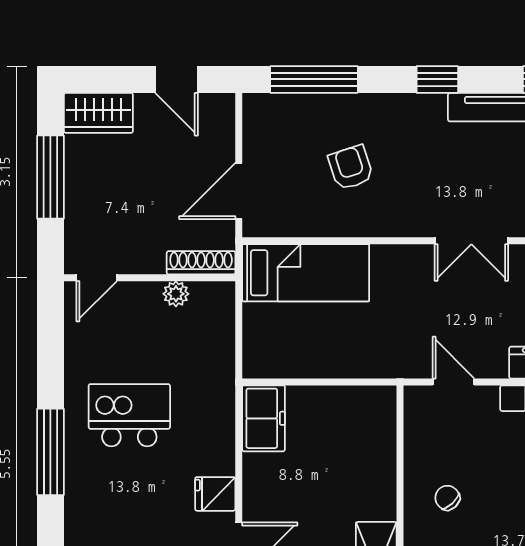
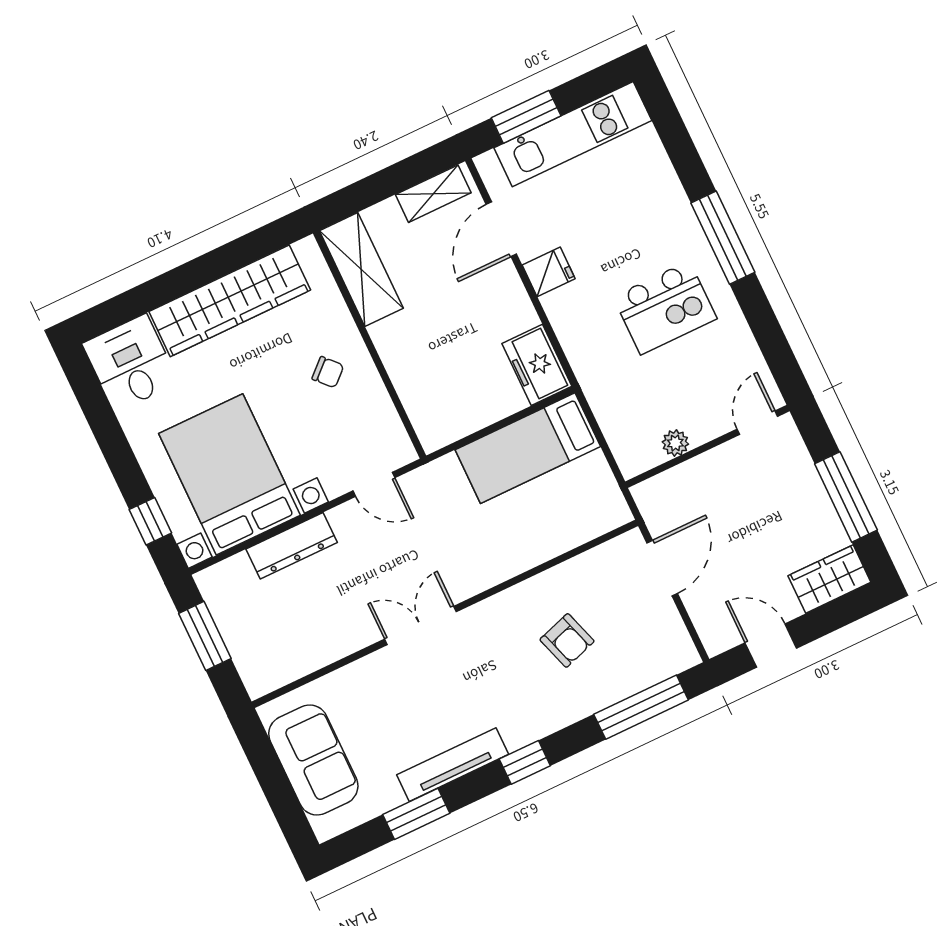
shoe rack: (201, 263) -> (666, 484), removed
bed: (306, 273) -> (528, 448), moved

